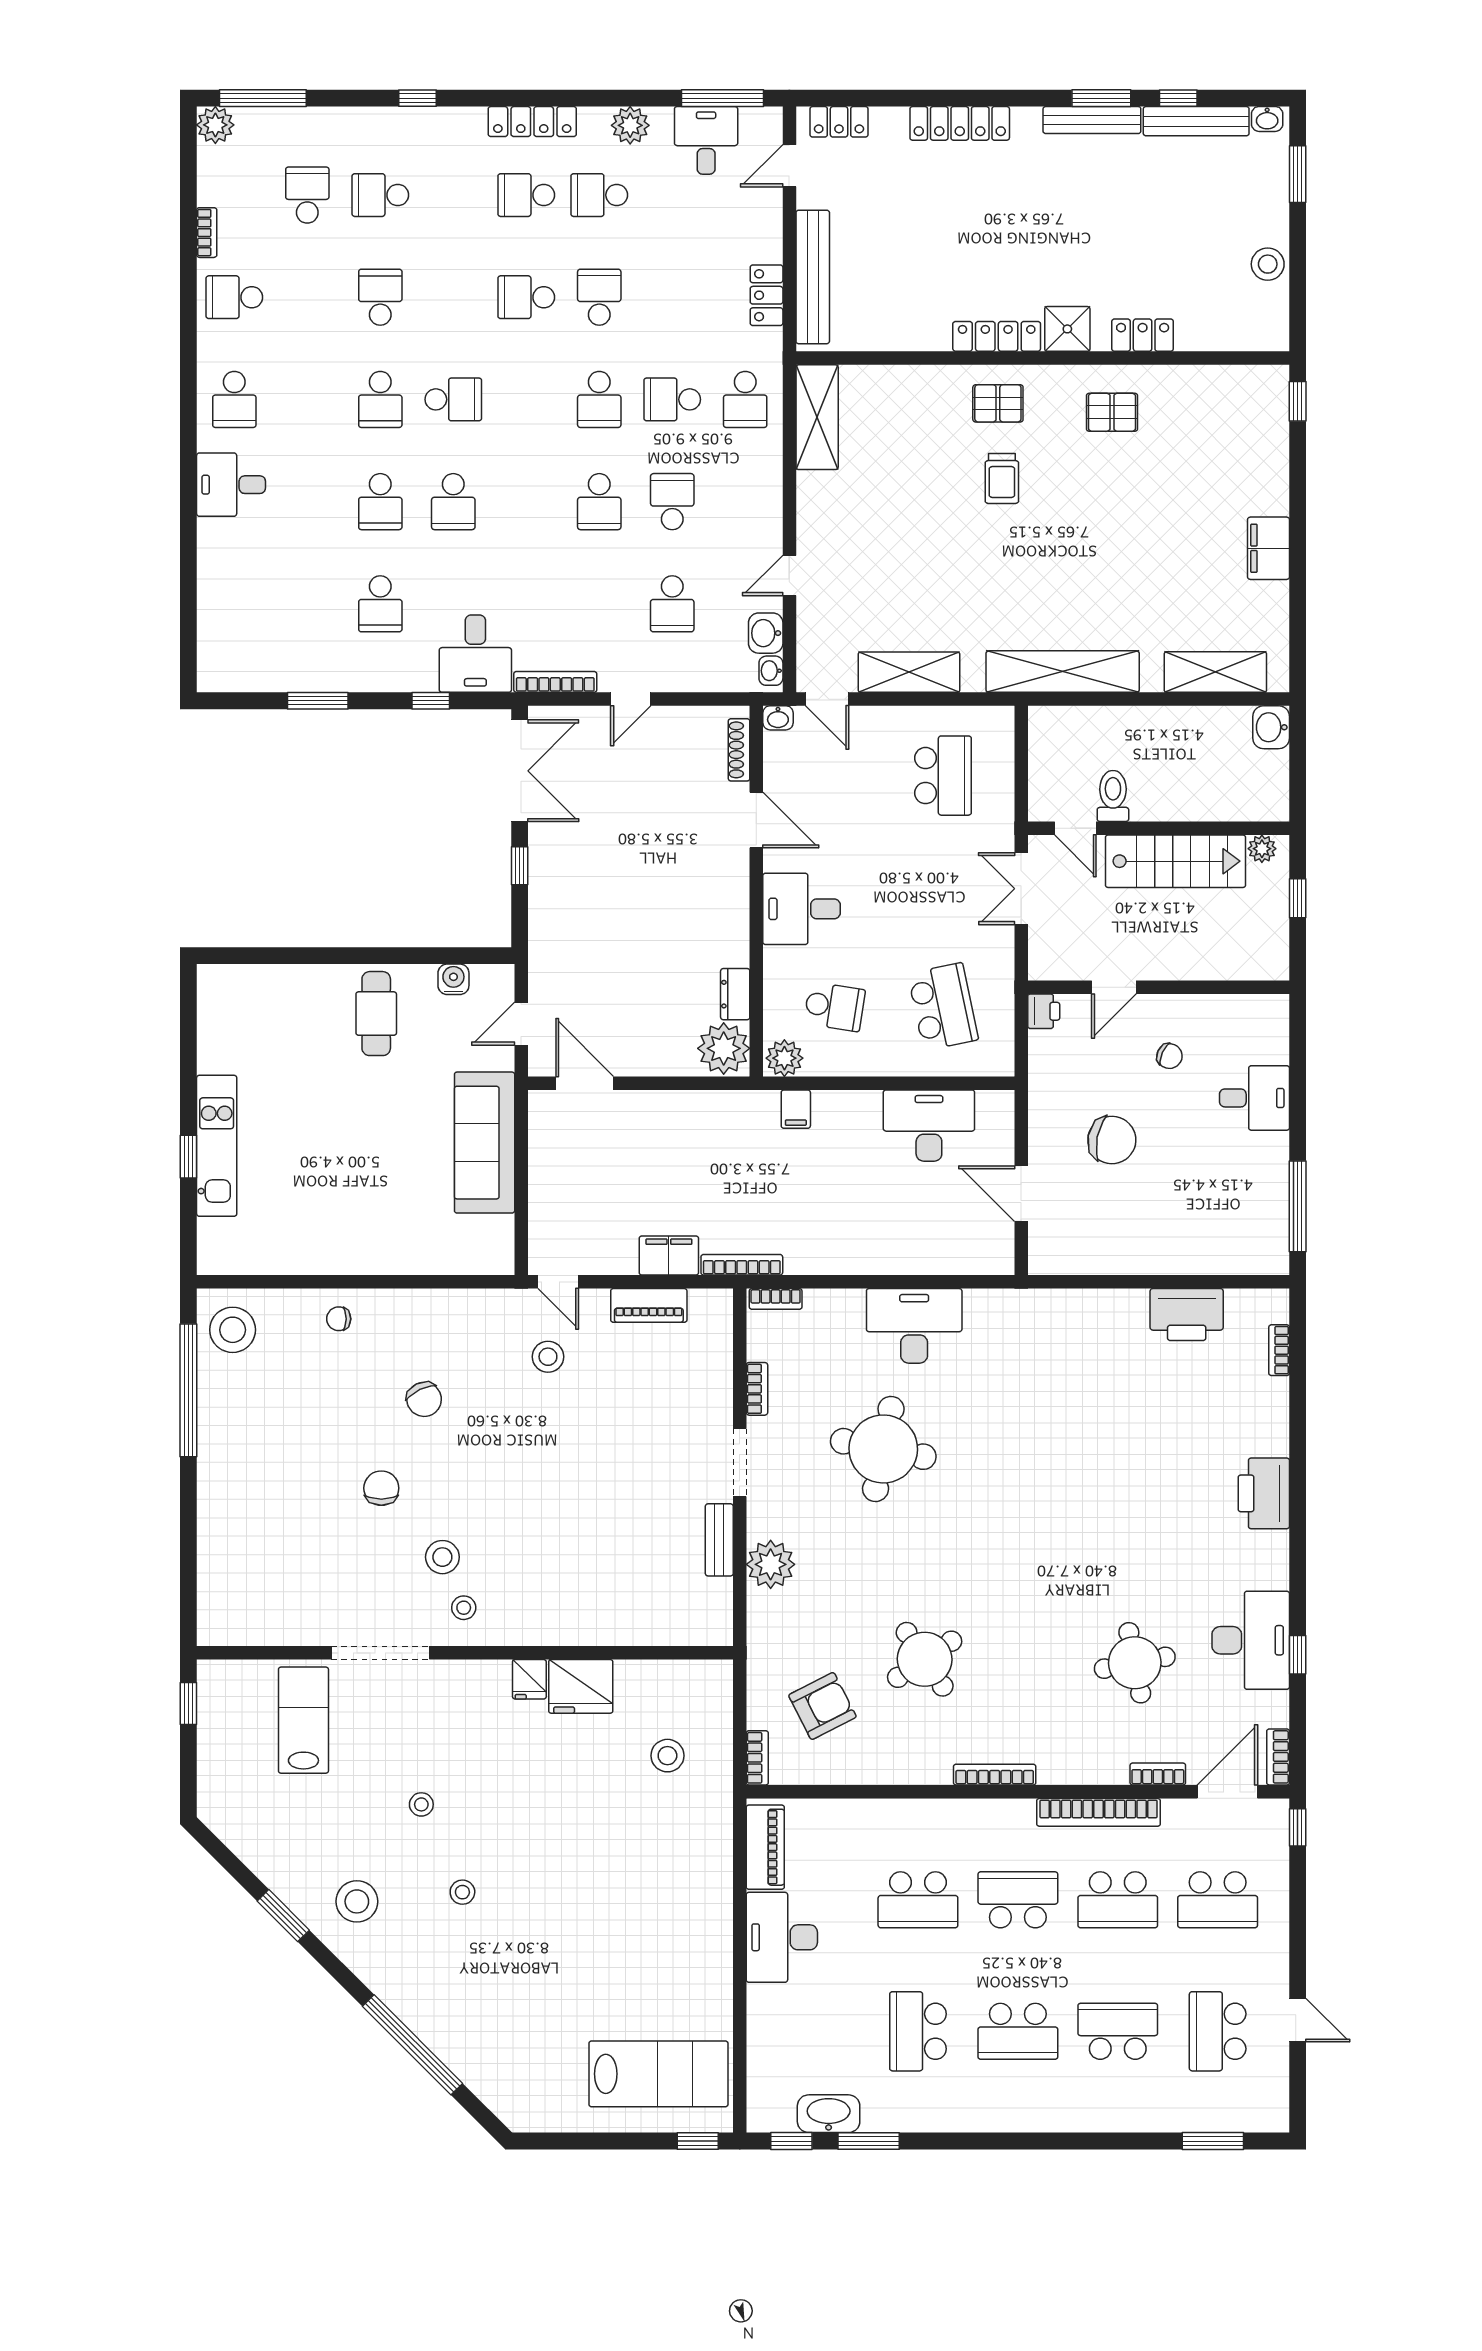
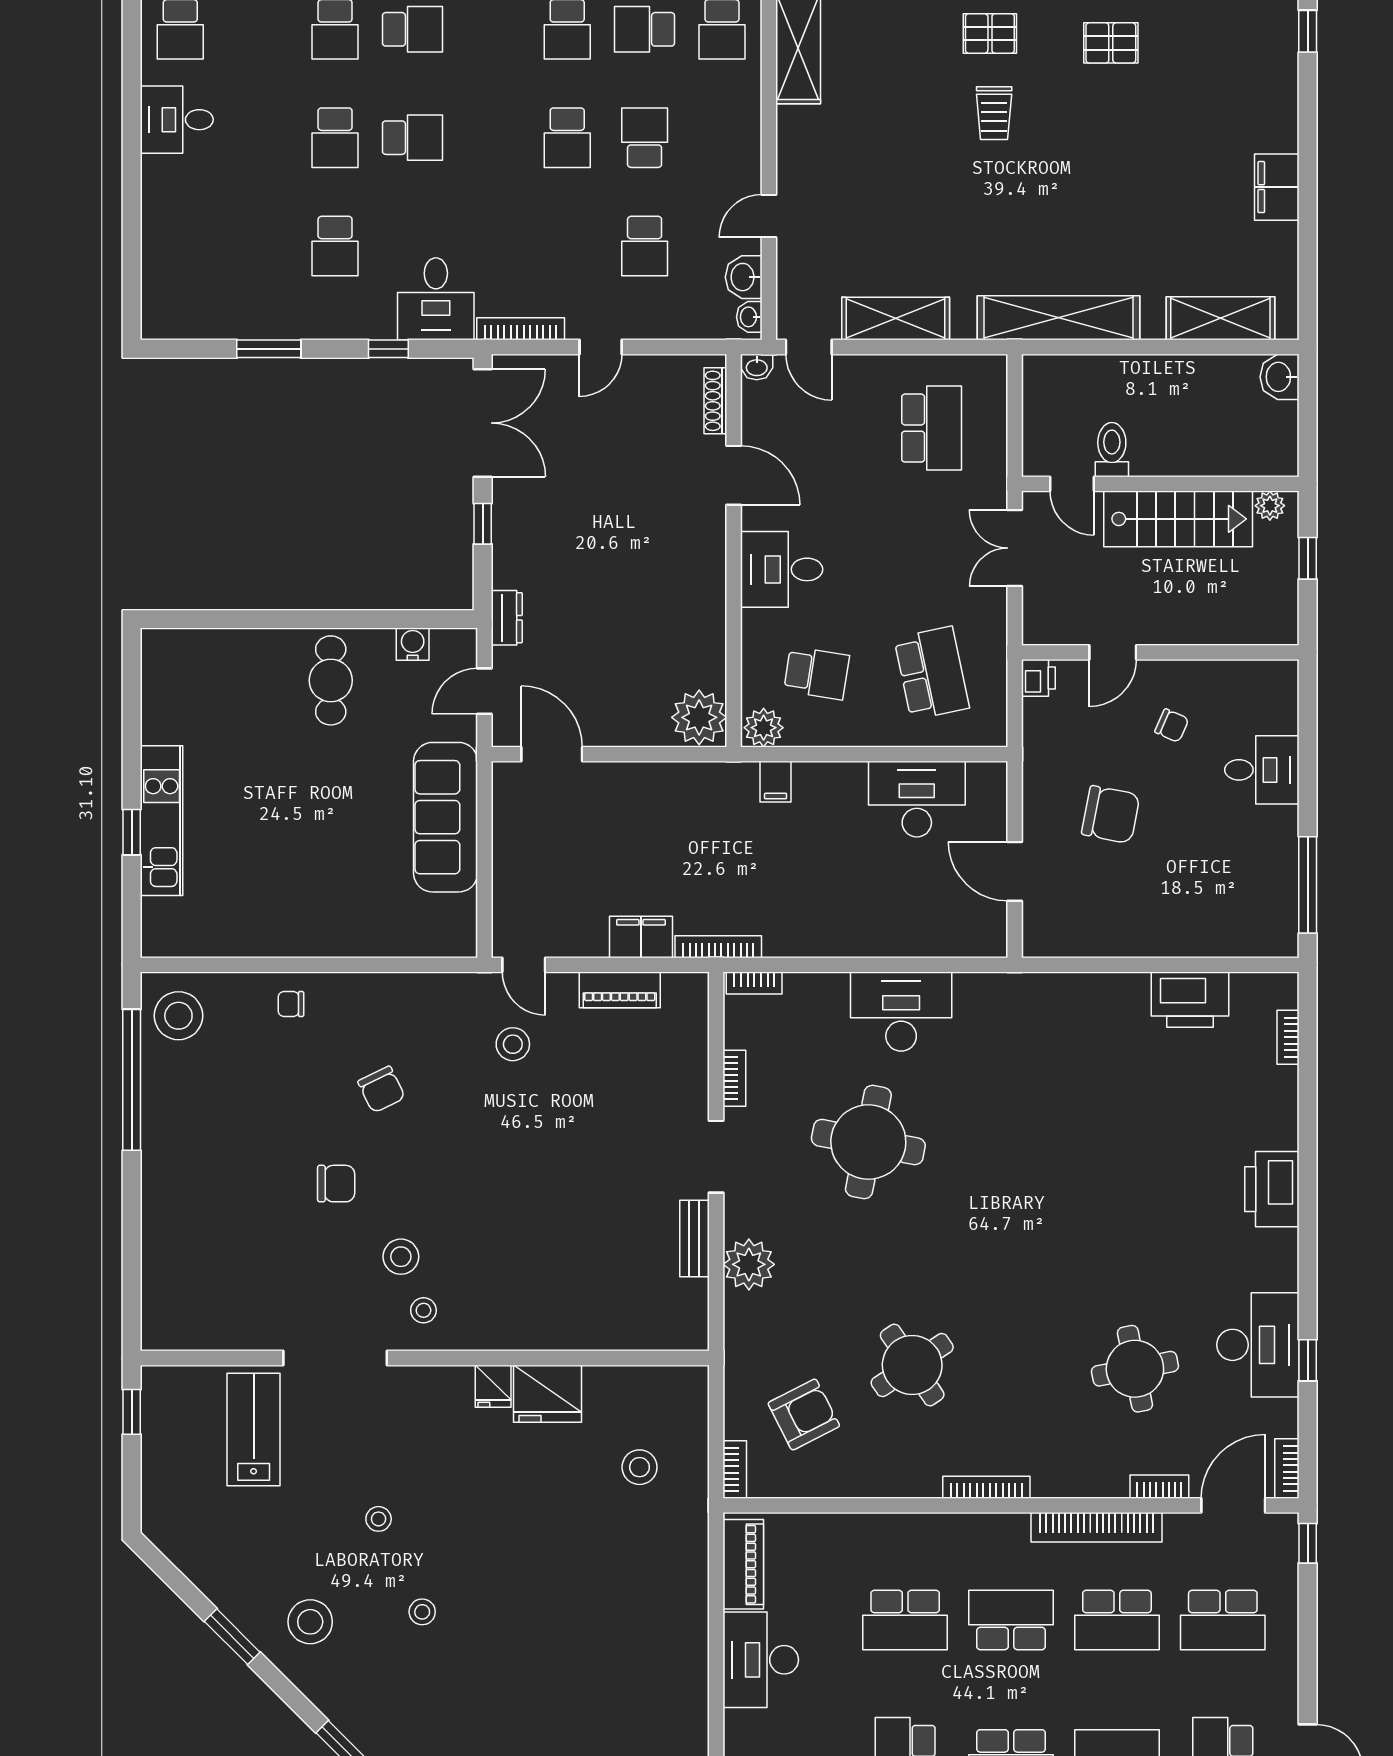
school desk: (453, 502) -> (412, 138), turned -90
dresser: (735, 994) -> (507, 618), moved, turned 180
chair: (381, 1488) -> (336, 1184), turned 90

